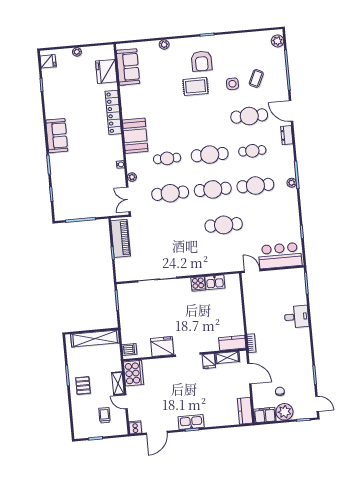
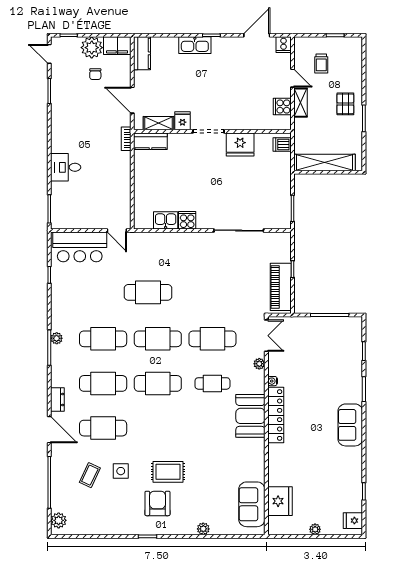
locker: (113, 112) -> (276, 415), moved
cafe table: (252, 151) -> (103, 383), width x1.37, depth x1.35
cooker: (134, 373) -> (282, 107), width x0.53, depth x0.76
kitchen sink: (191, 422) -> (195, 45), moved

